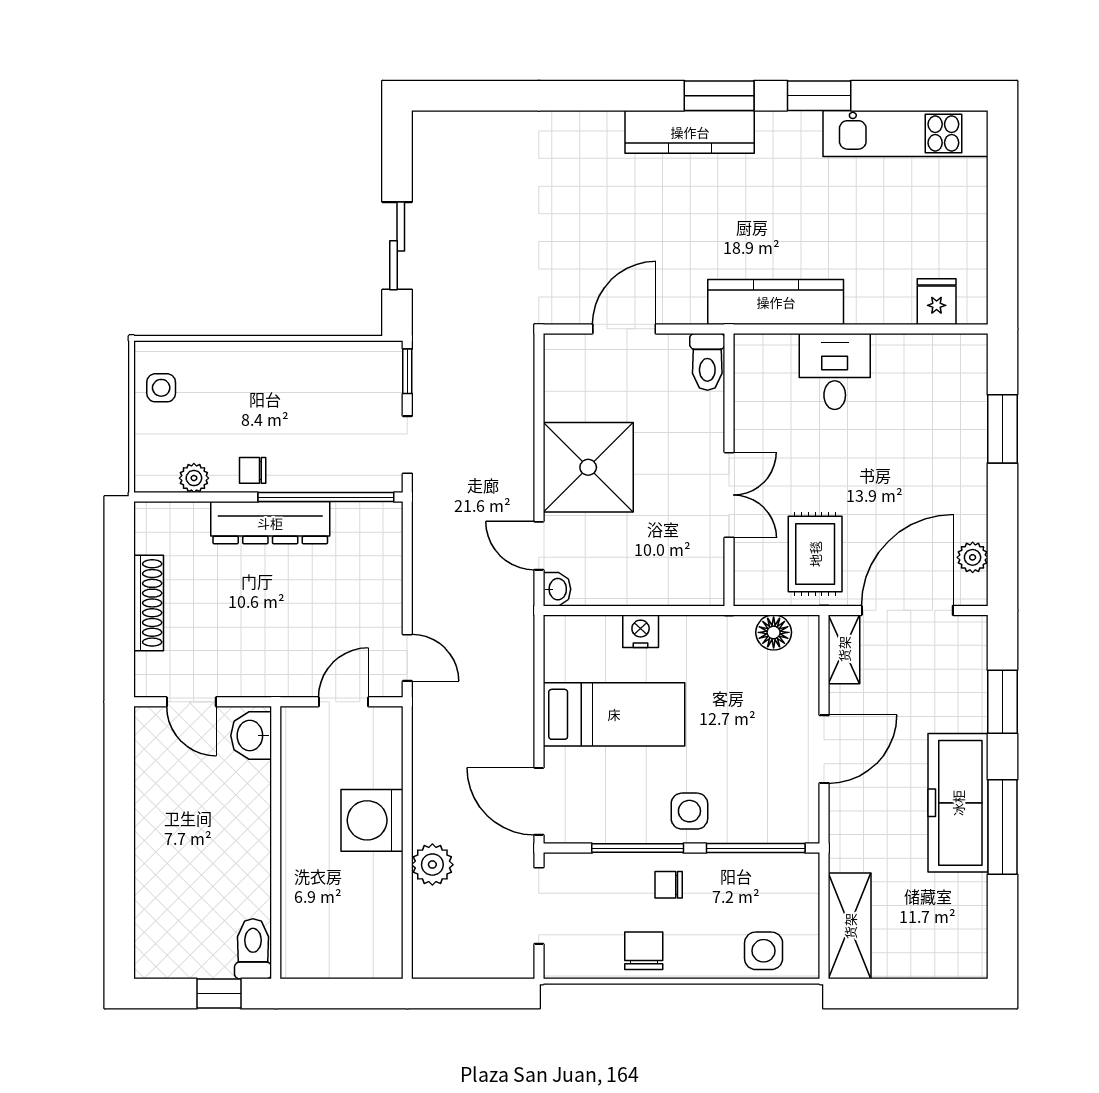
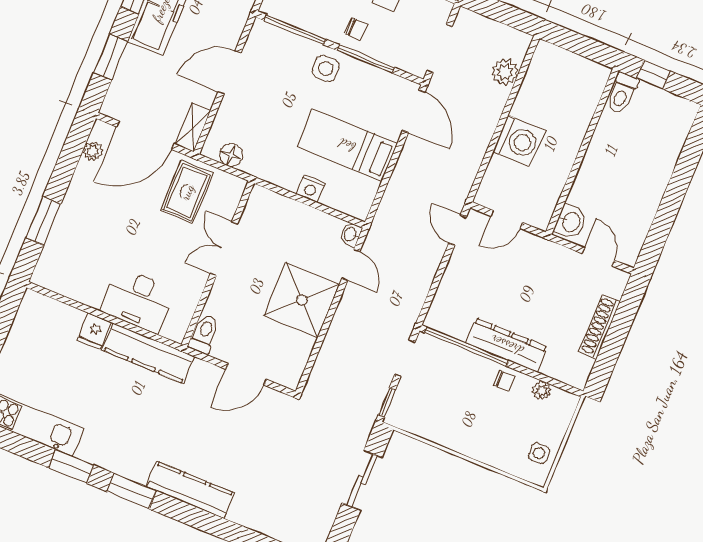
kitchen counter: (690, 132) -> (190, 490), moved
fridge: (937, 302) -> (94, 331), moved
desk: (835, 371) -> (138, 300), width x1.37
plant: (432, 865) -> (505, 72), moved

